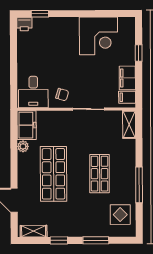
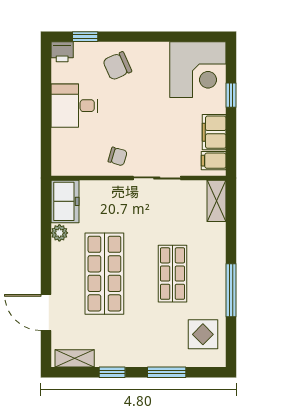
chair: (62, 33) -> (117, 66), added
corner desk: (98, 36) -> (198, 70), moved
desk: (33, 92) -> (74, 106), moved, turned 90

